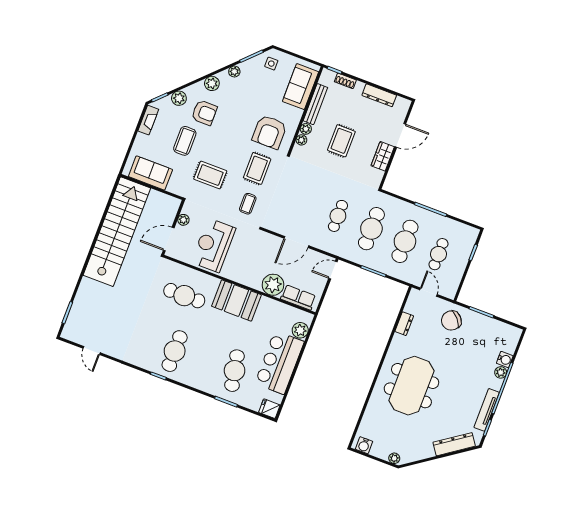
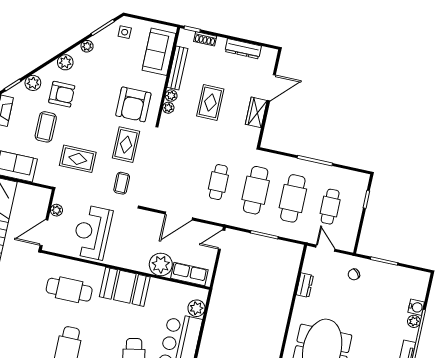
chair: (451, 320) -> (354, 274), width x0.54, depth x0.54

